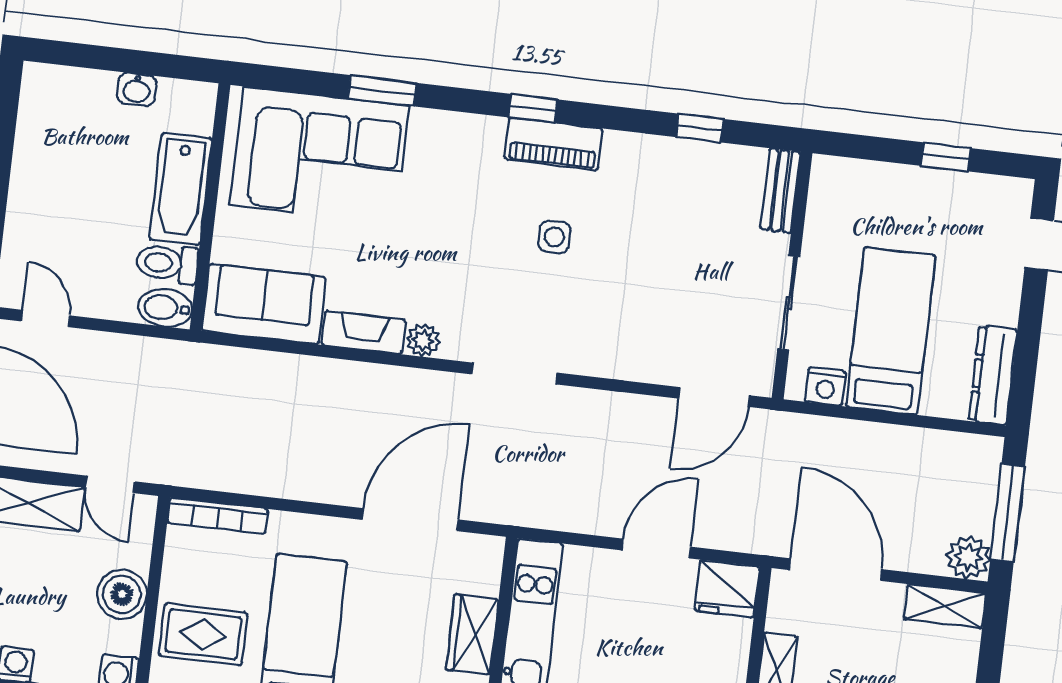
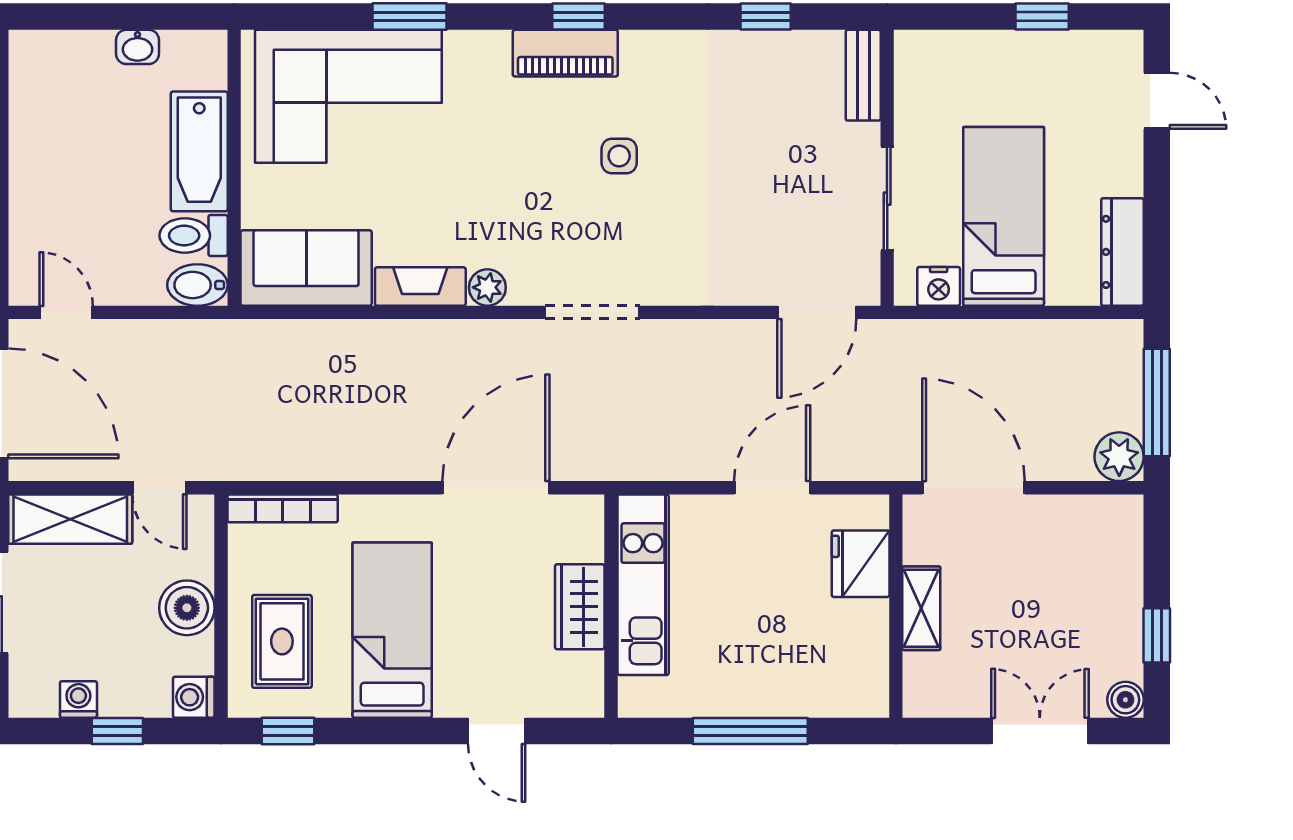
piano: (553, 144) -> (565, 53), moved
fridge: (727, 589) -> (861, 564), moved, turned 90
shelving: (945, 606) -> (1099, 514), removed
rug: (203, 634) -> (282, 641), turned 90

